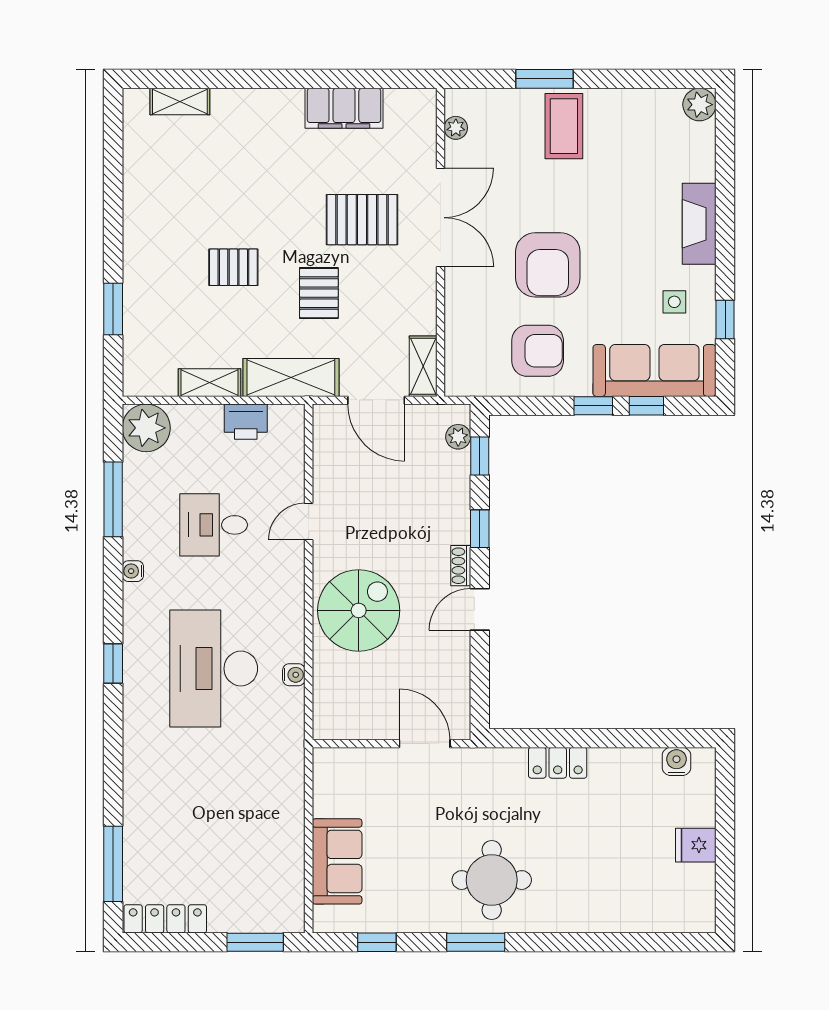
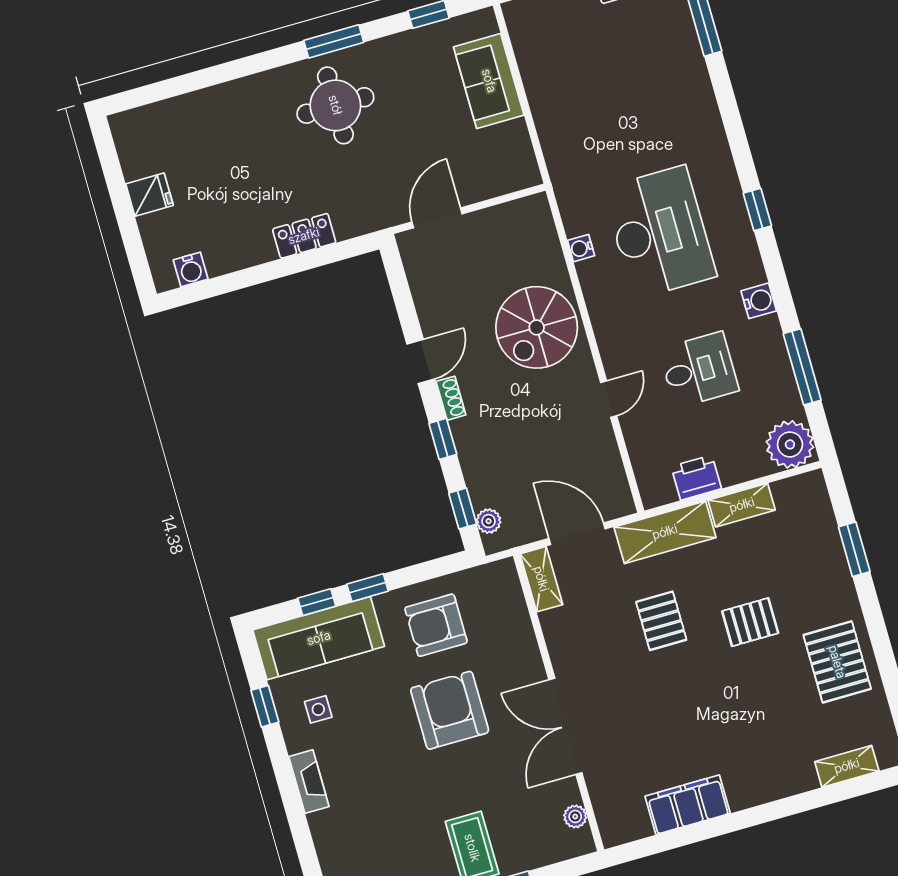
pallet: (362, 220) -> (837, 662), moved, turned 90
fireplace: (699, 224) -> (309, 782), width x0.73, depth x0.76
water cooler: (133, 571) -> (759, 301), width x1.38, depth x1.38
door: (425, 744) -> (437, 218), swing flipped

